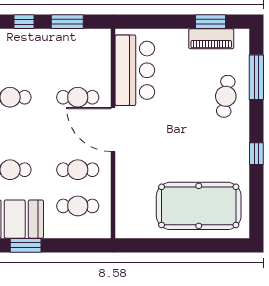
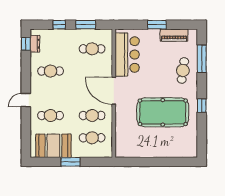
window: (211, 22) -> (157, 25), moved
cafe table: (78, 97) -> (92, 49), moved
pool table: (199, 206) -> (163, 112), moved
window: (26, 245) -> (71, 162), moved

